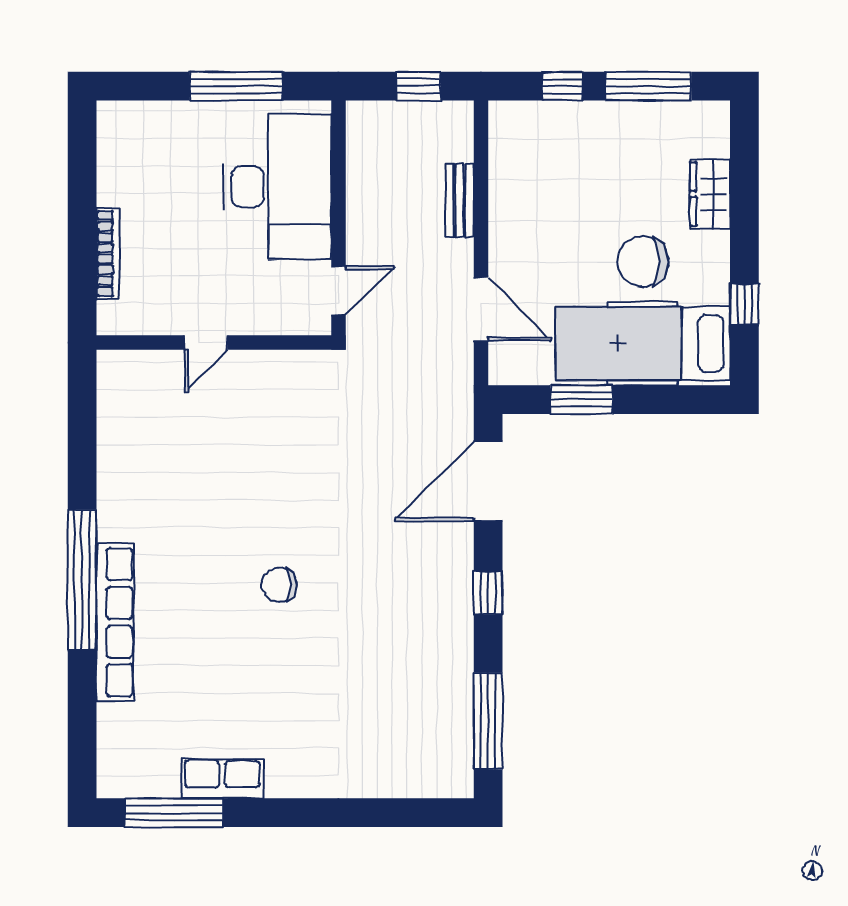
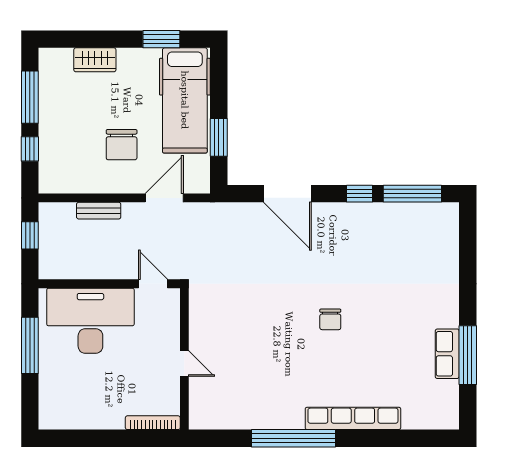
bookcase: (108, 253) -> (153, 423), moved
chair: (643, 261) -> (122, 145), moved
window: (744, 304) -> (161, 39), width x1.50
door: (488, 481) -> (287, 194), moved
window: (82, 580) -> (294, 438), moved
window: (488, 593) -> (359, 194), moved
window: (174, 813) -> (468, 355), moved

